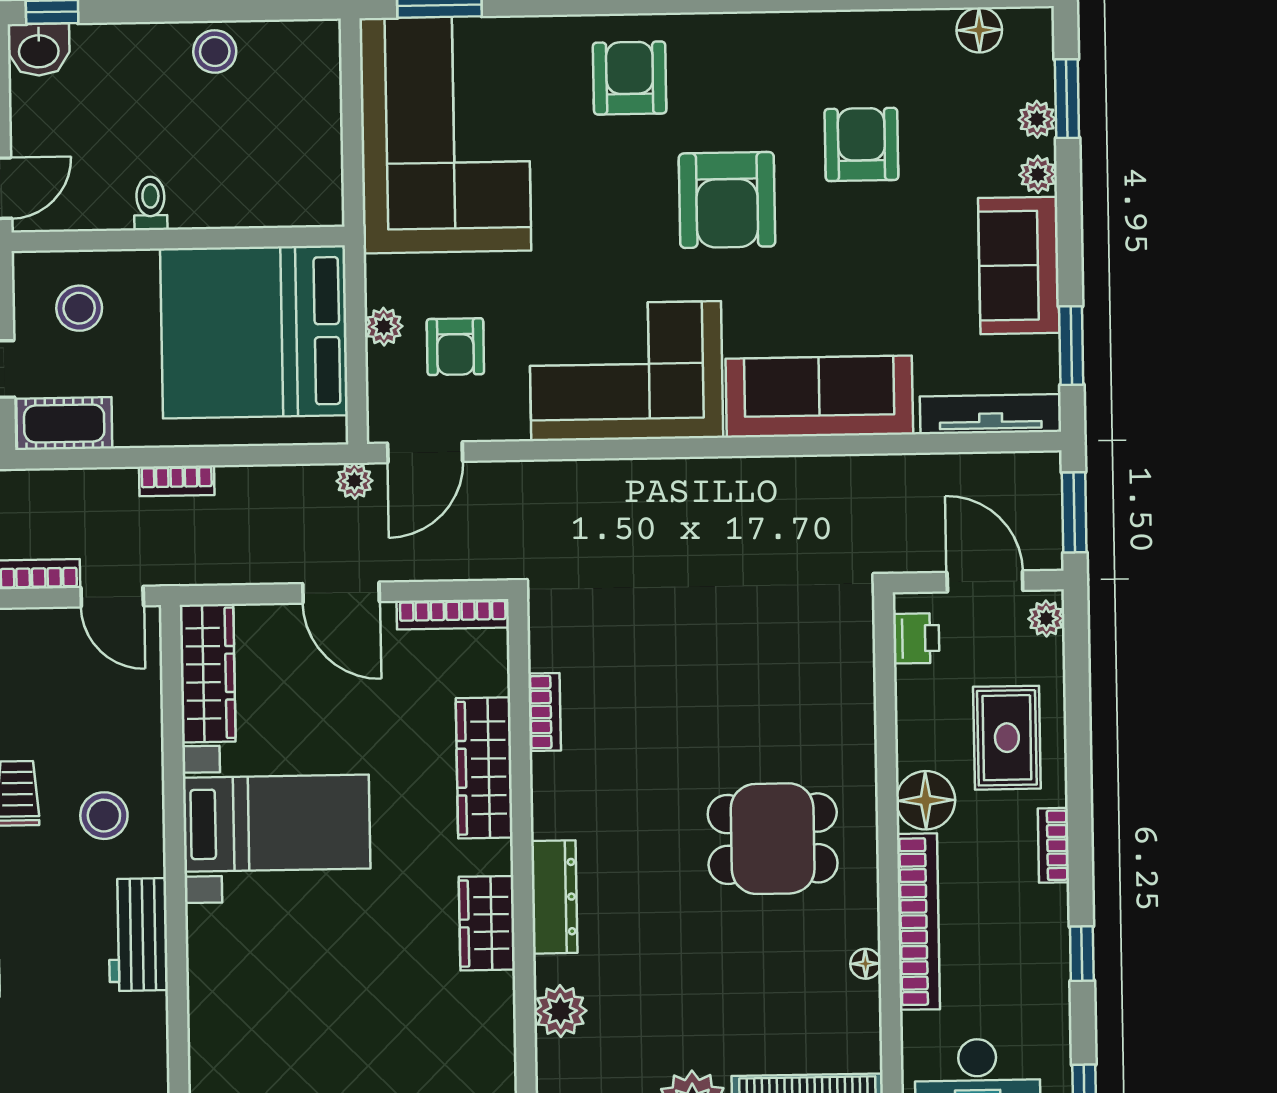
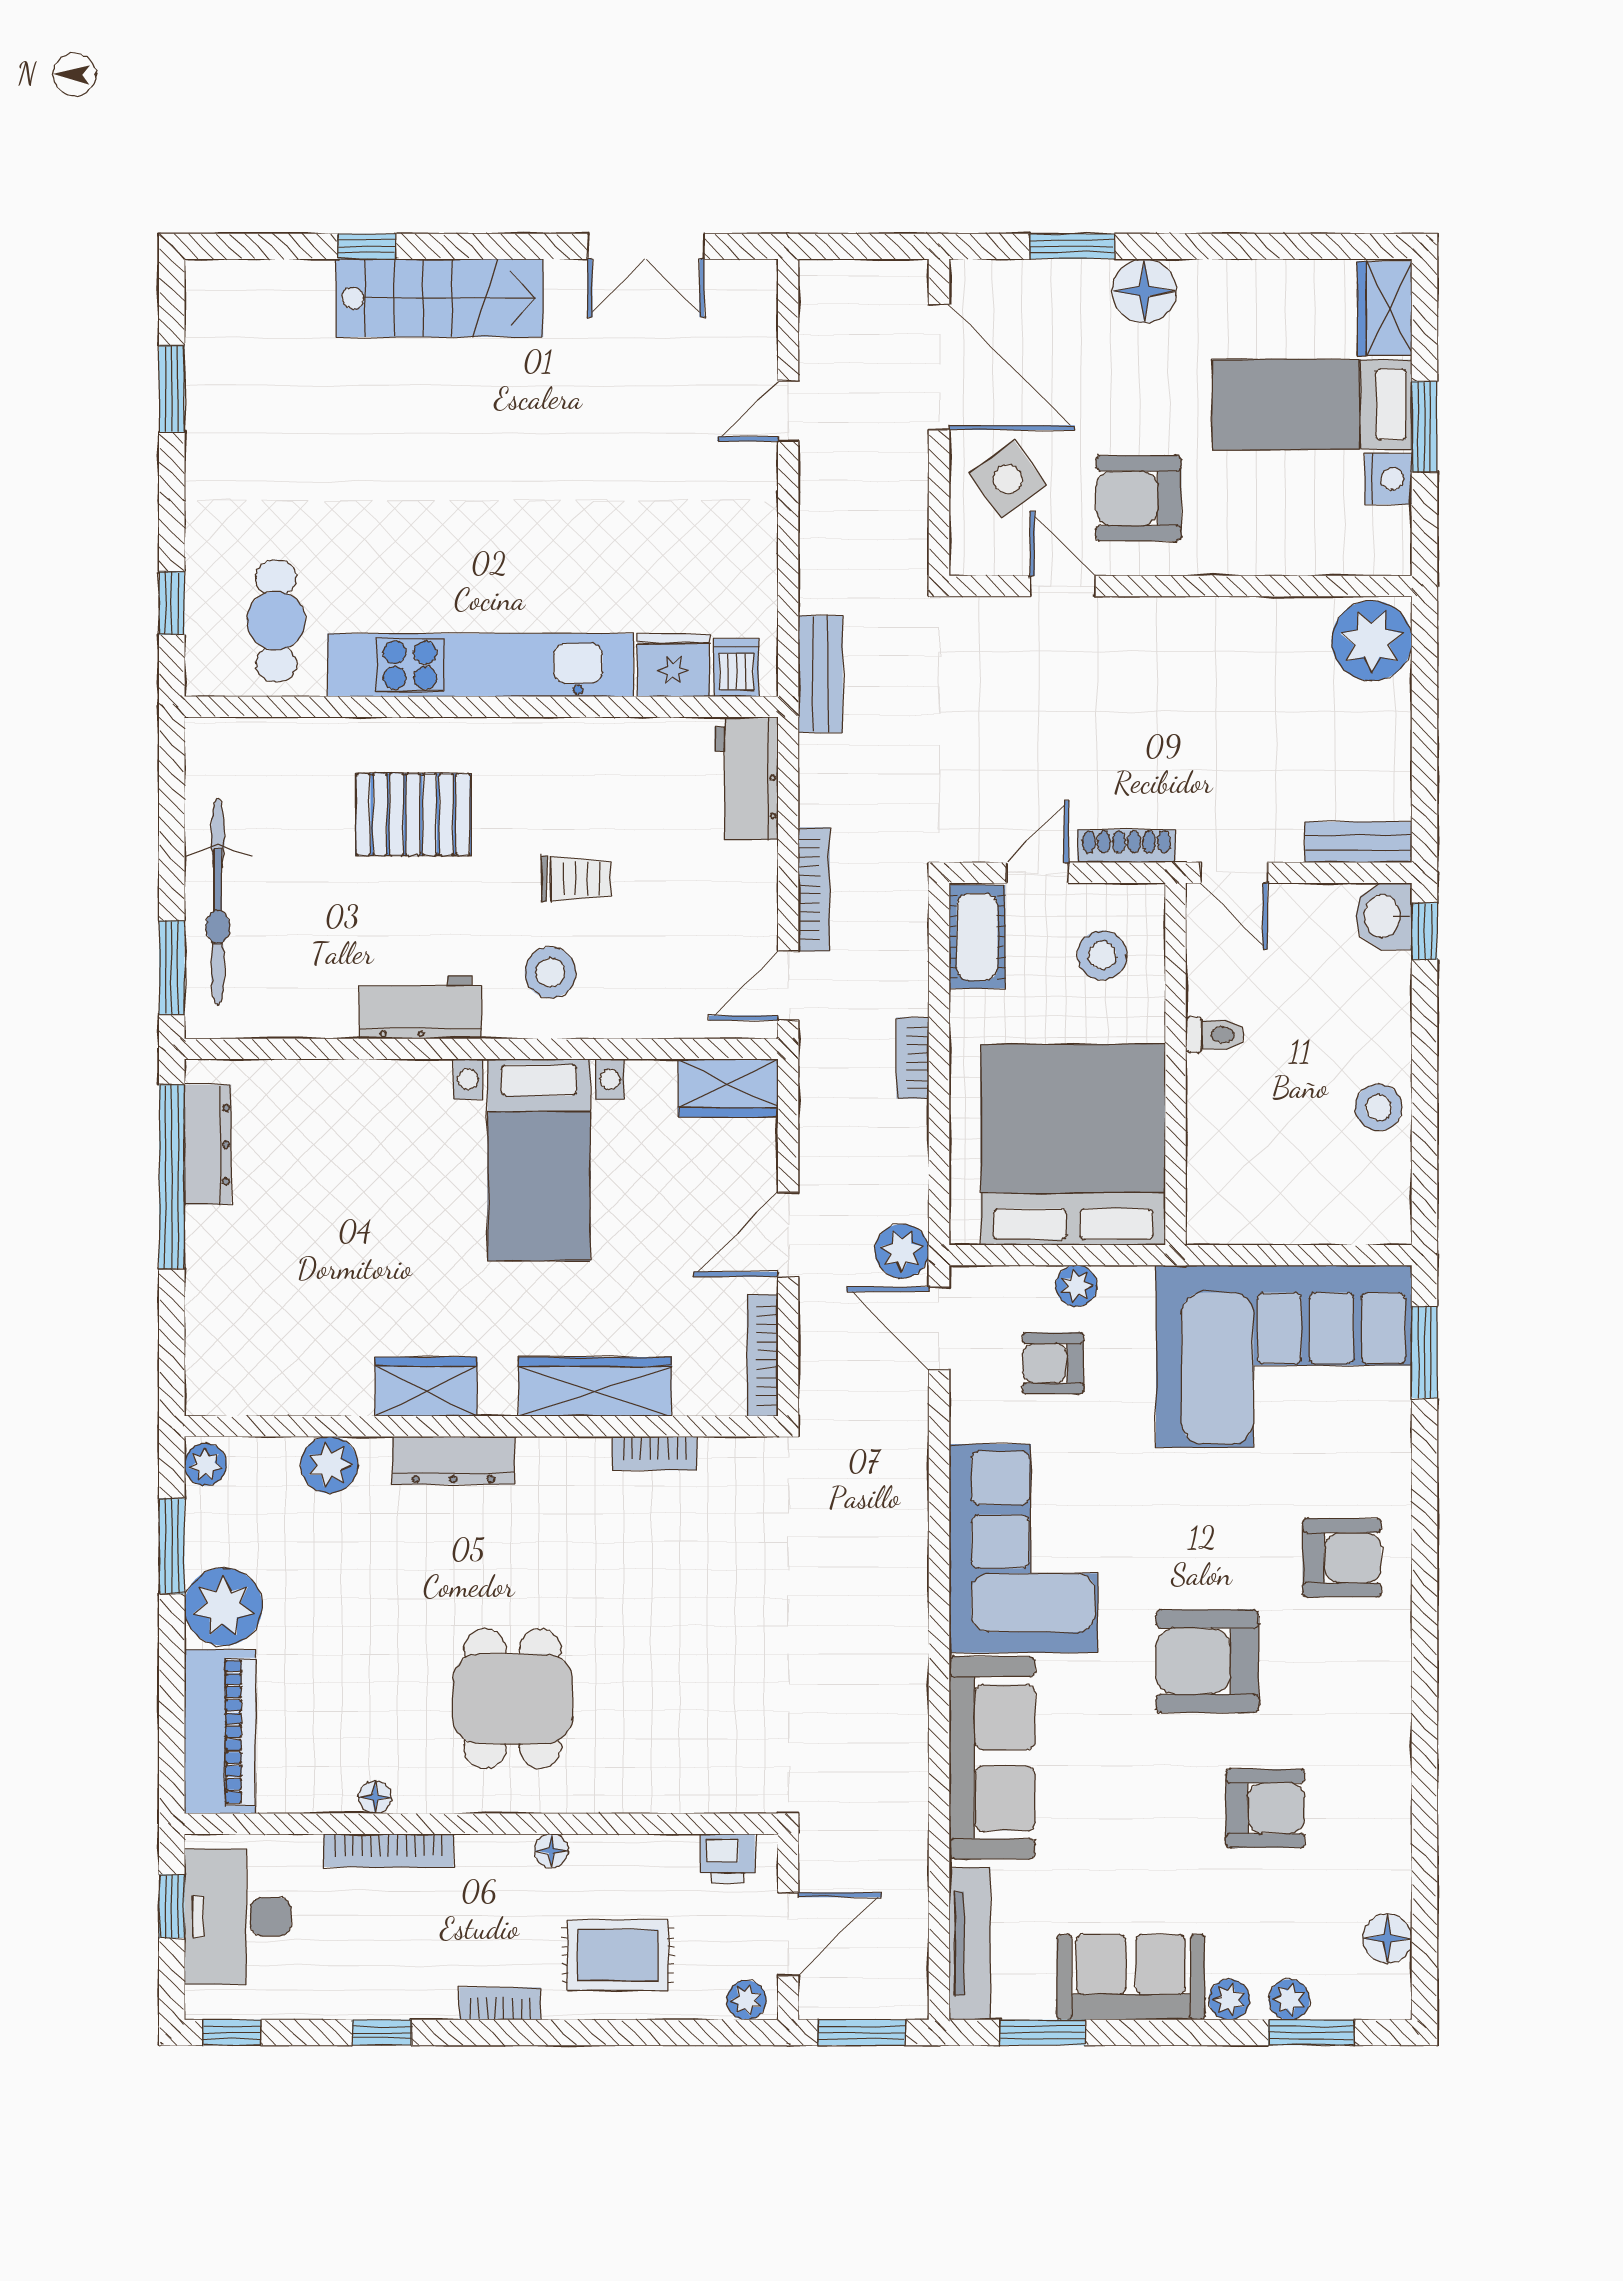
plant: (354, 481) -> (902, 1251), width x1.38, depth x1.38
wardrobe: (208, 673) -> (728, 1088), width x0.67
floor lamp: (926, 800) -> (551, 1851), width x0.53, depth x0.53
bookcase: (918, 922) -> (389, 1850), width x0.68, depth x0.76

